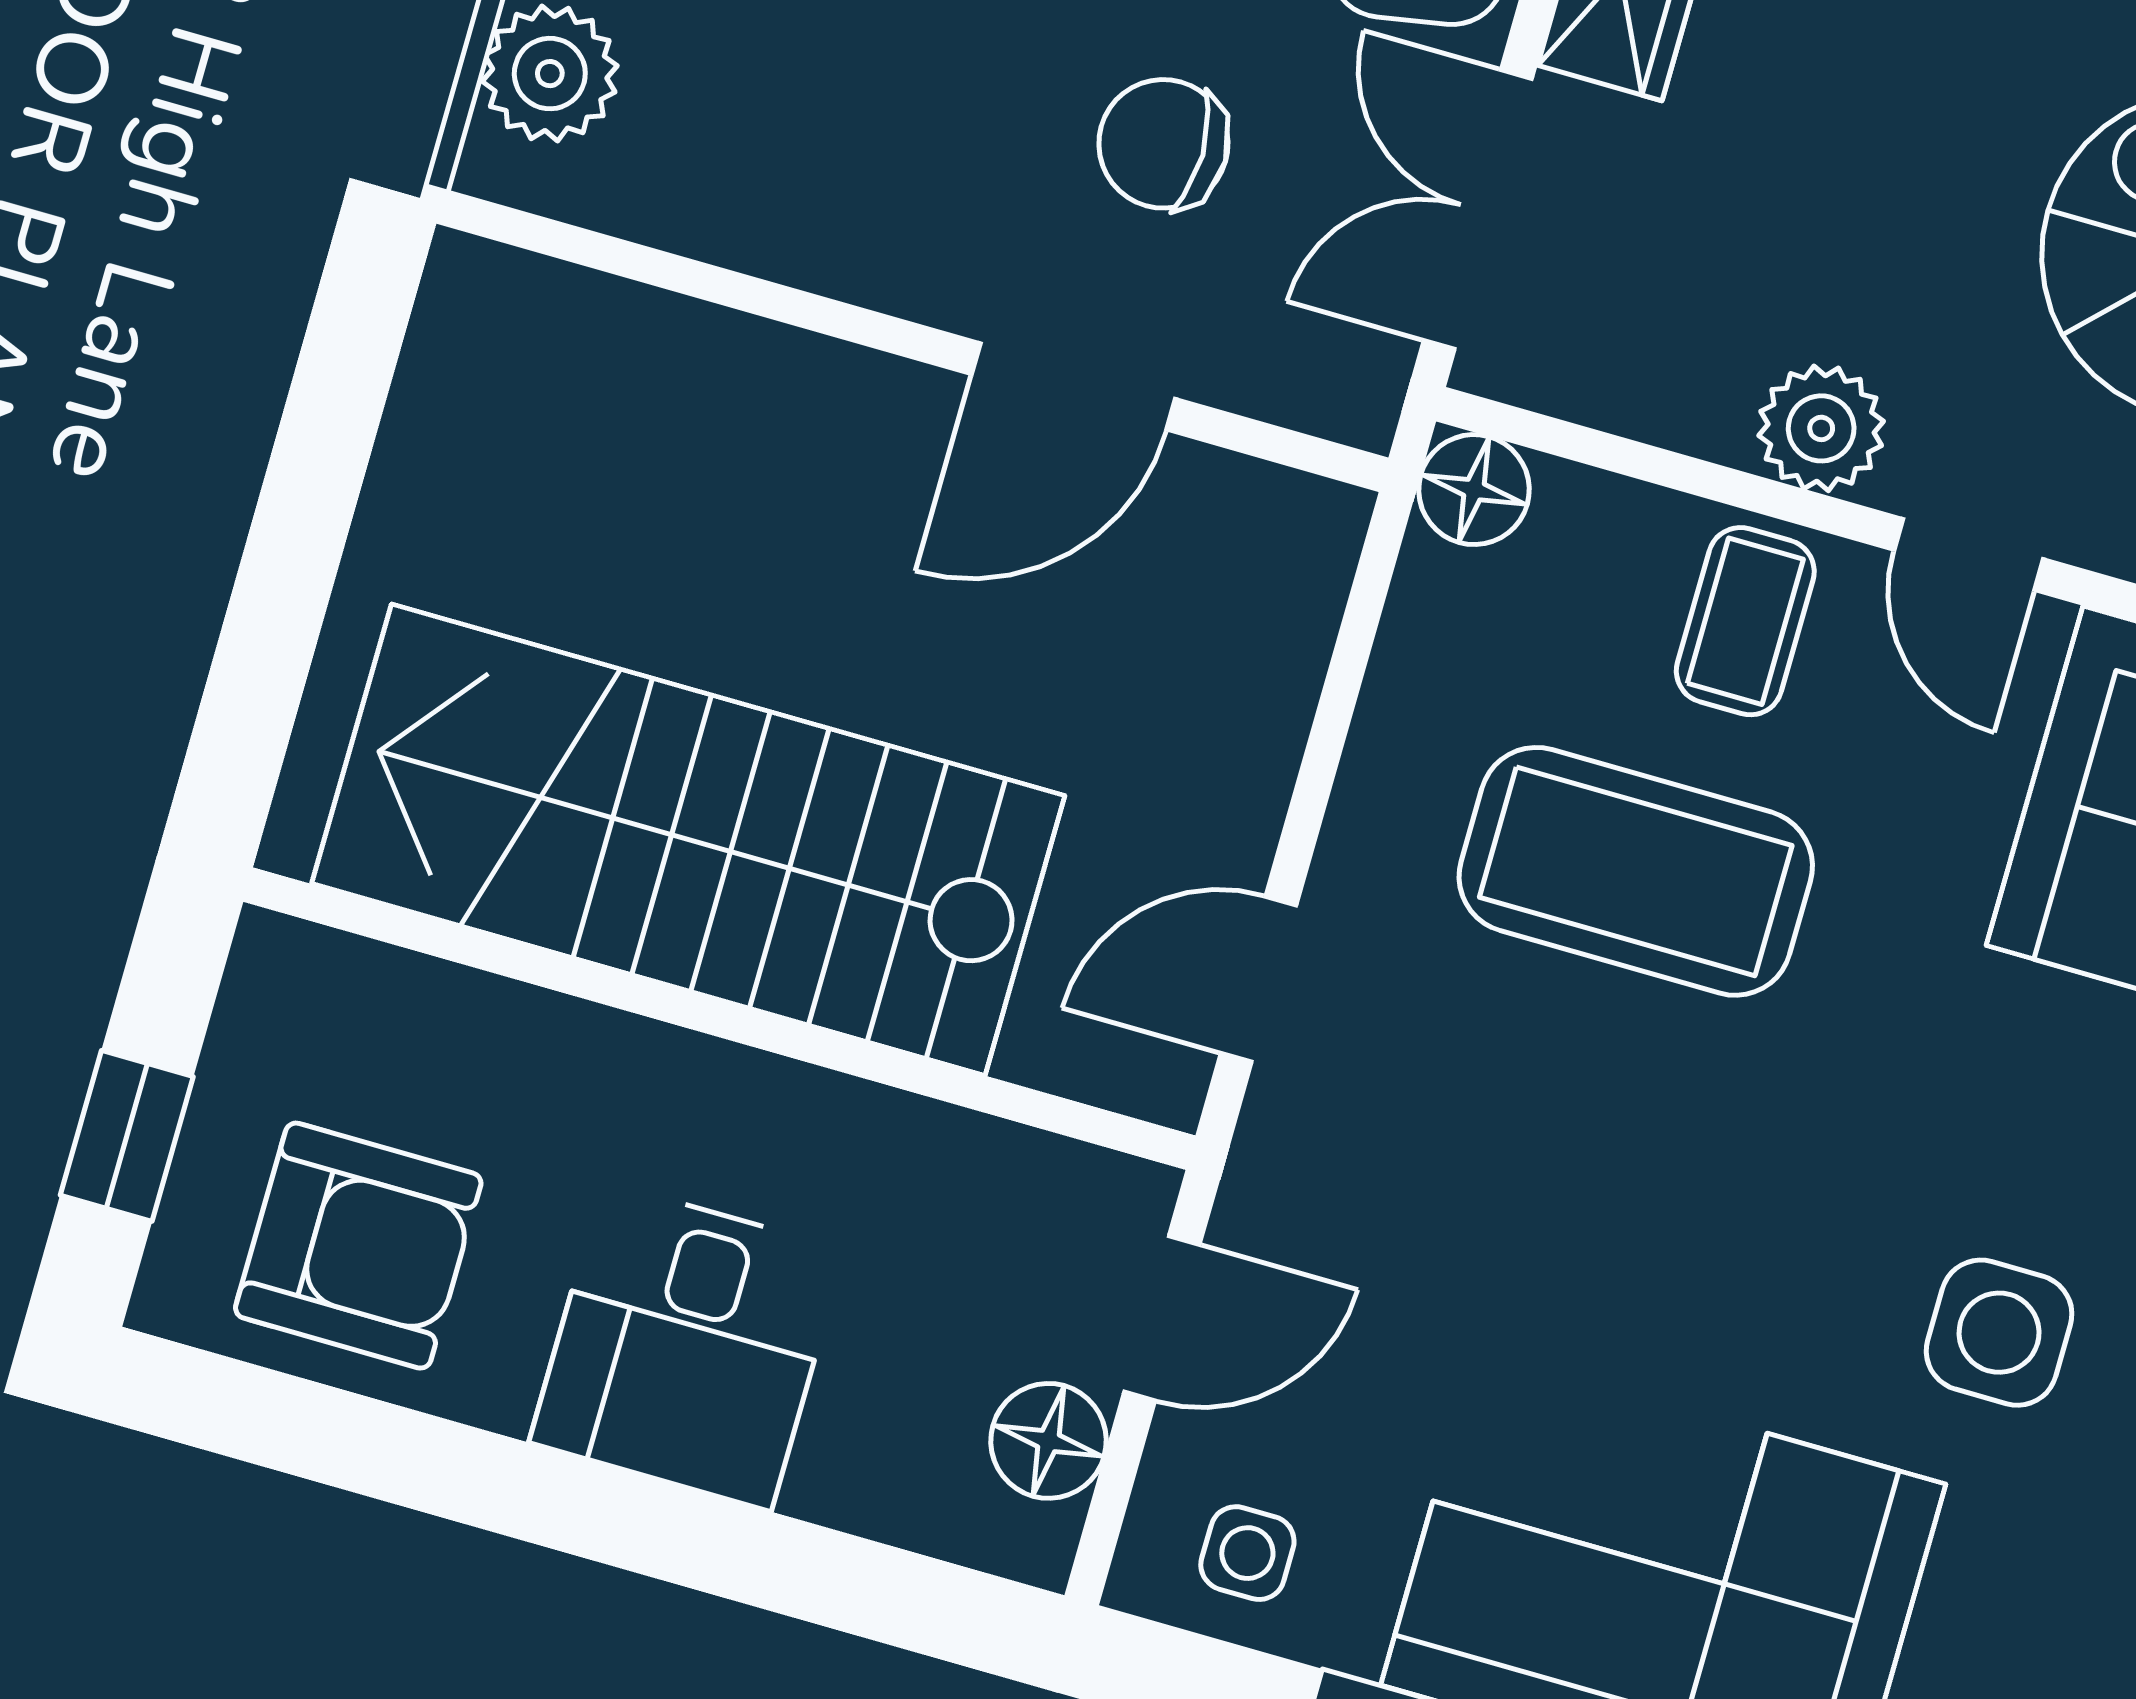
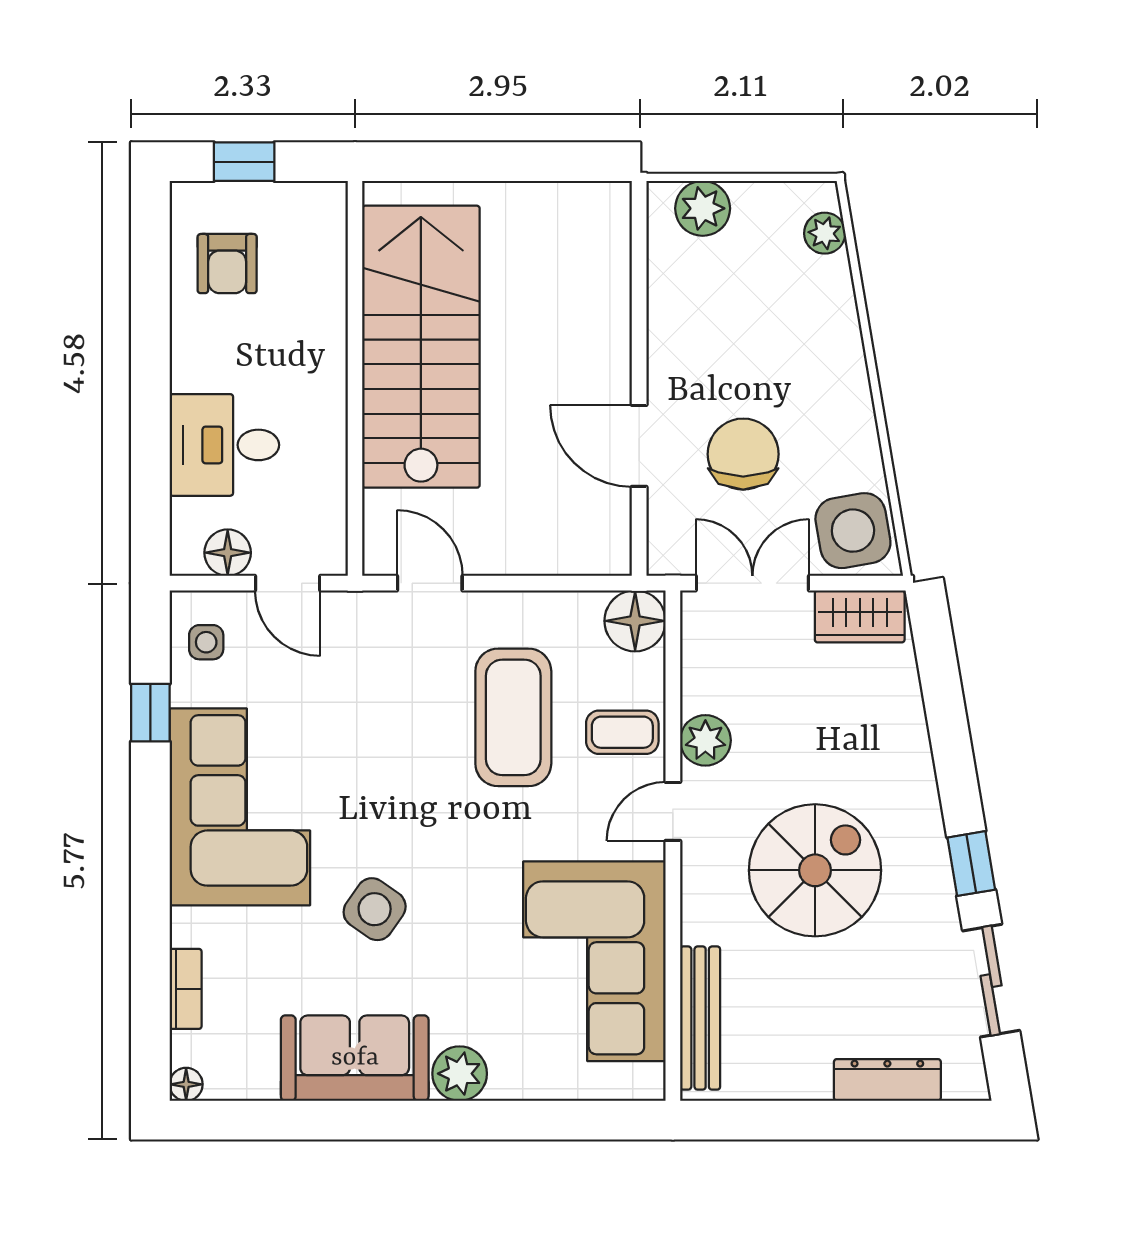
chair: (1163, 144) -> (743, 454), width x1.37, depth x1.37
floor lamp: (1474, 490) -> (635, 621), width x1.38, depth x1.38
armchair: (358, 1246) -> (227, 264), width x0.72, depth x0.72
side table: (1999, 1333) -> (375, 909), turned 35
desk: (687, 1346) -> (224, 445), moved

